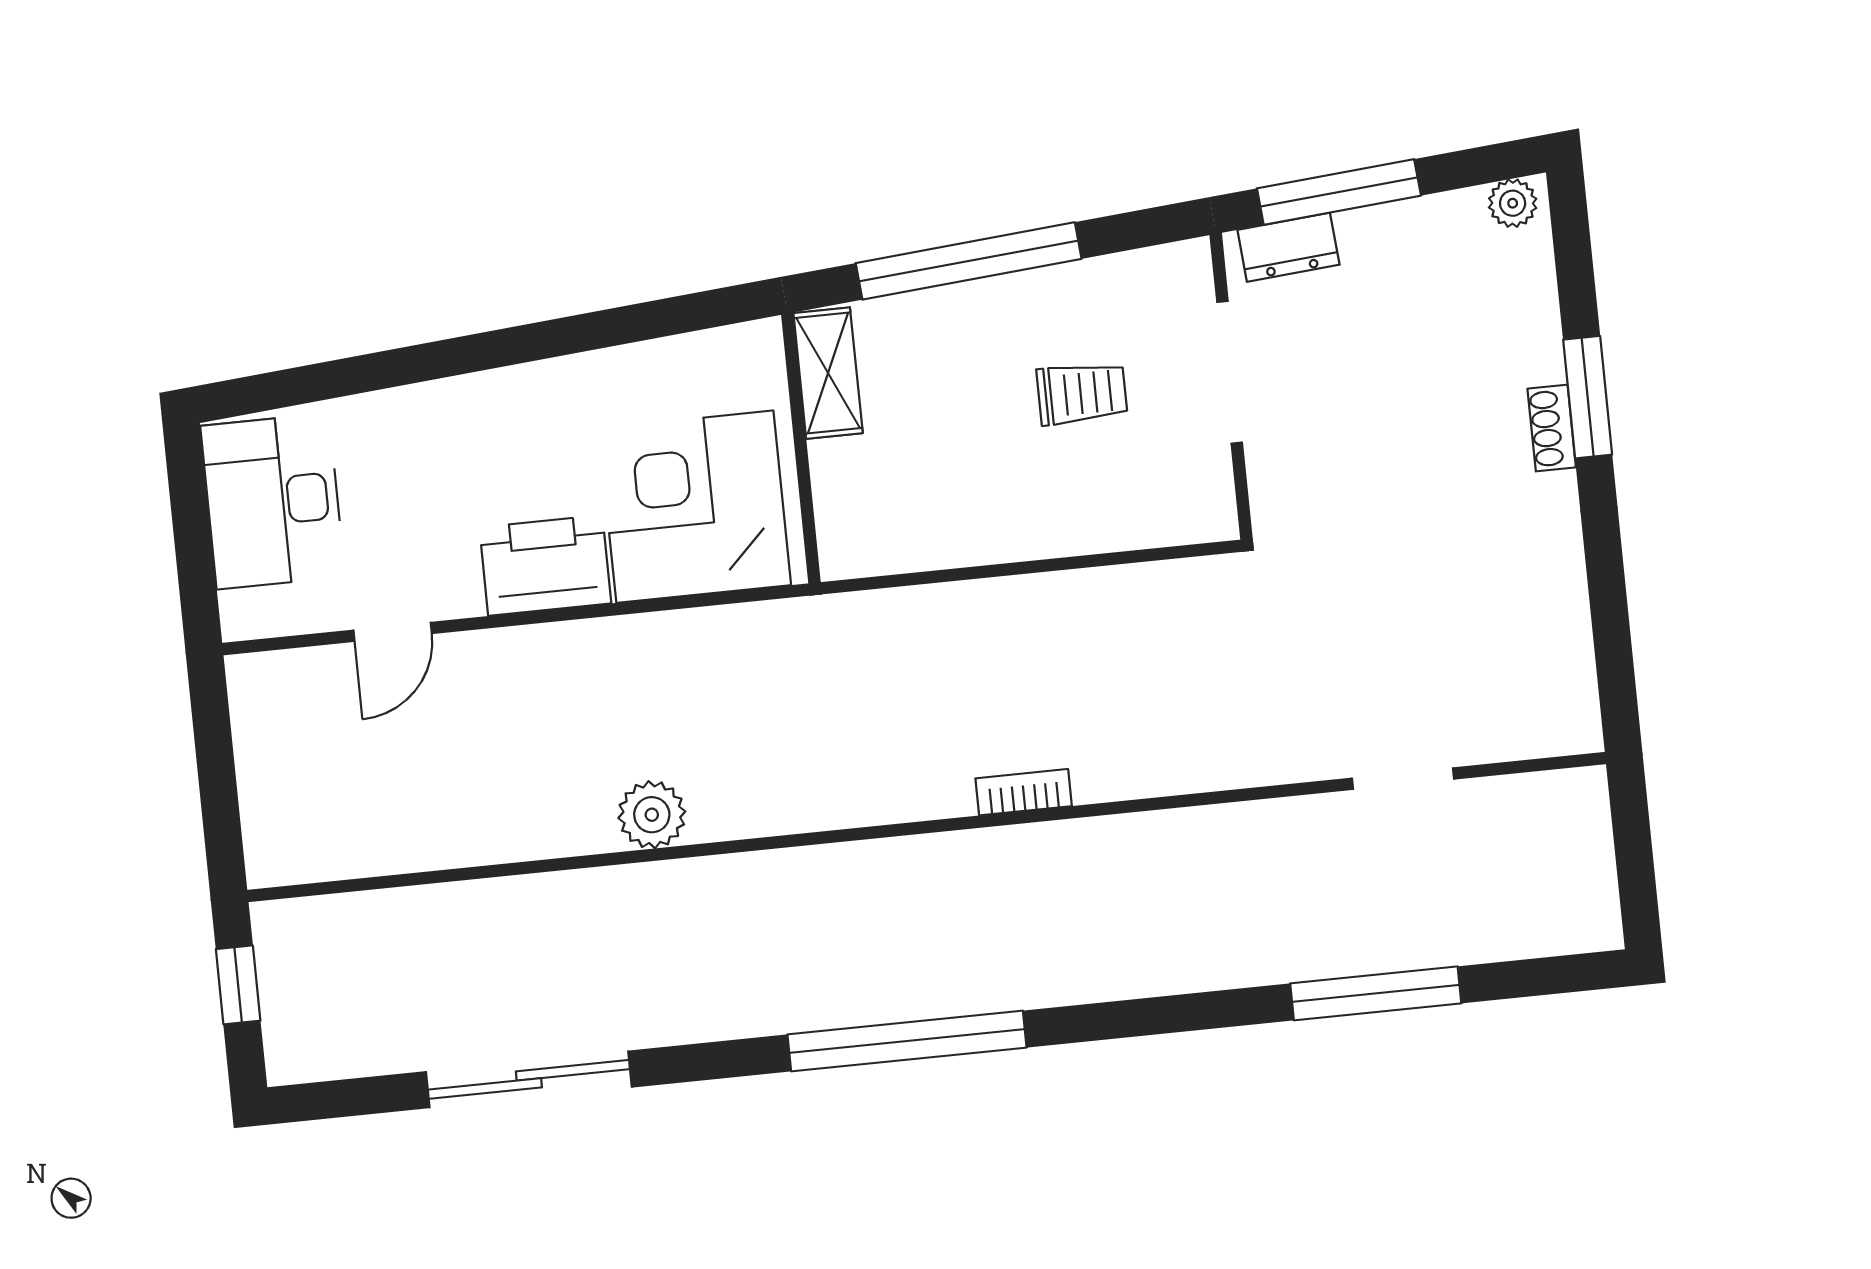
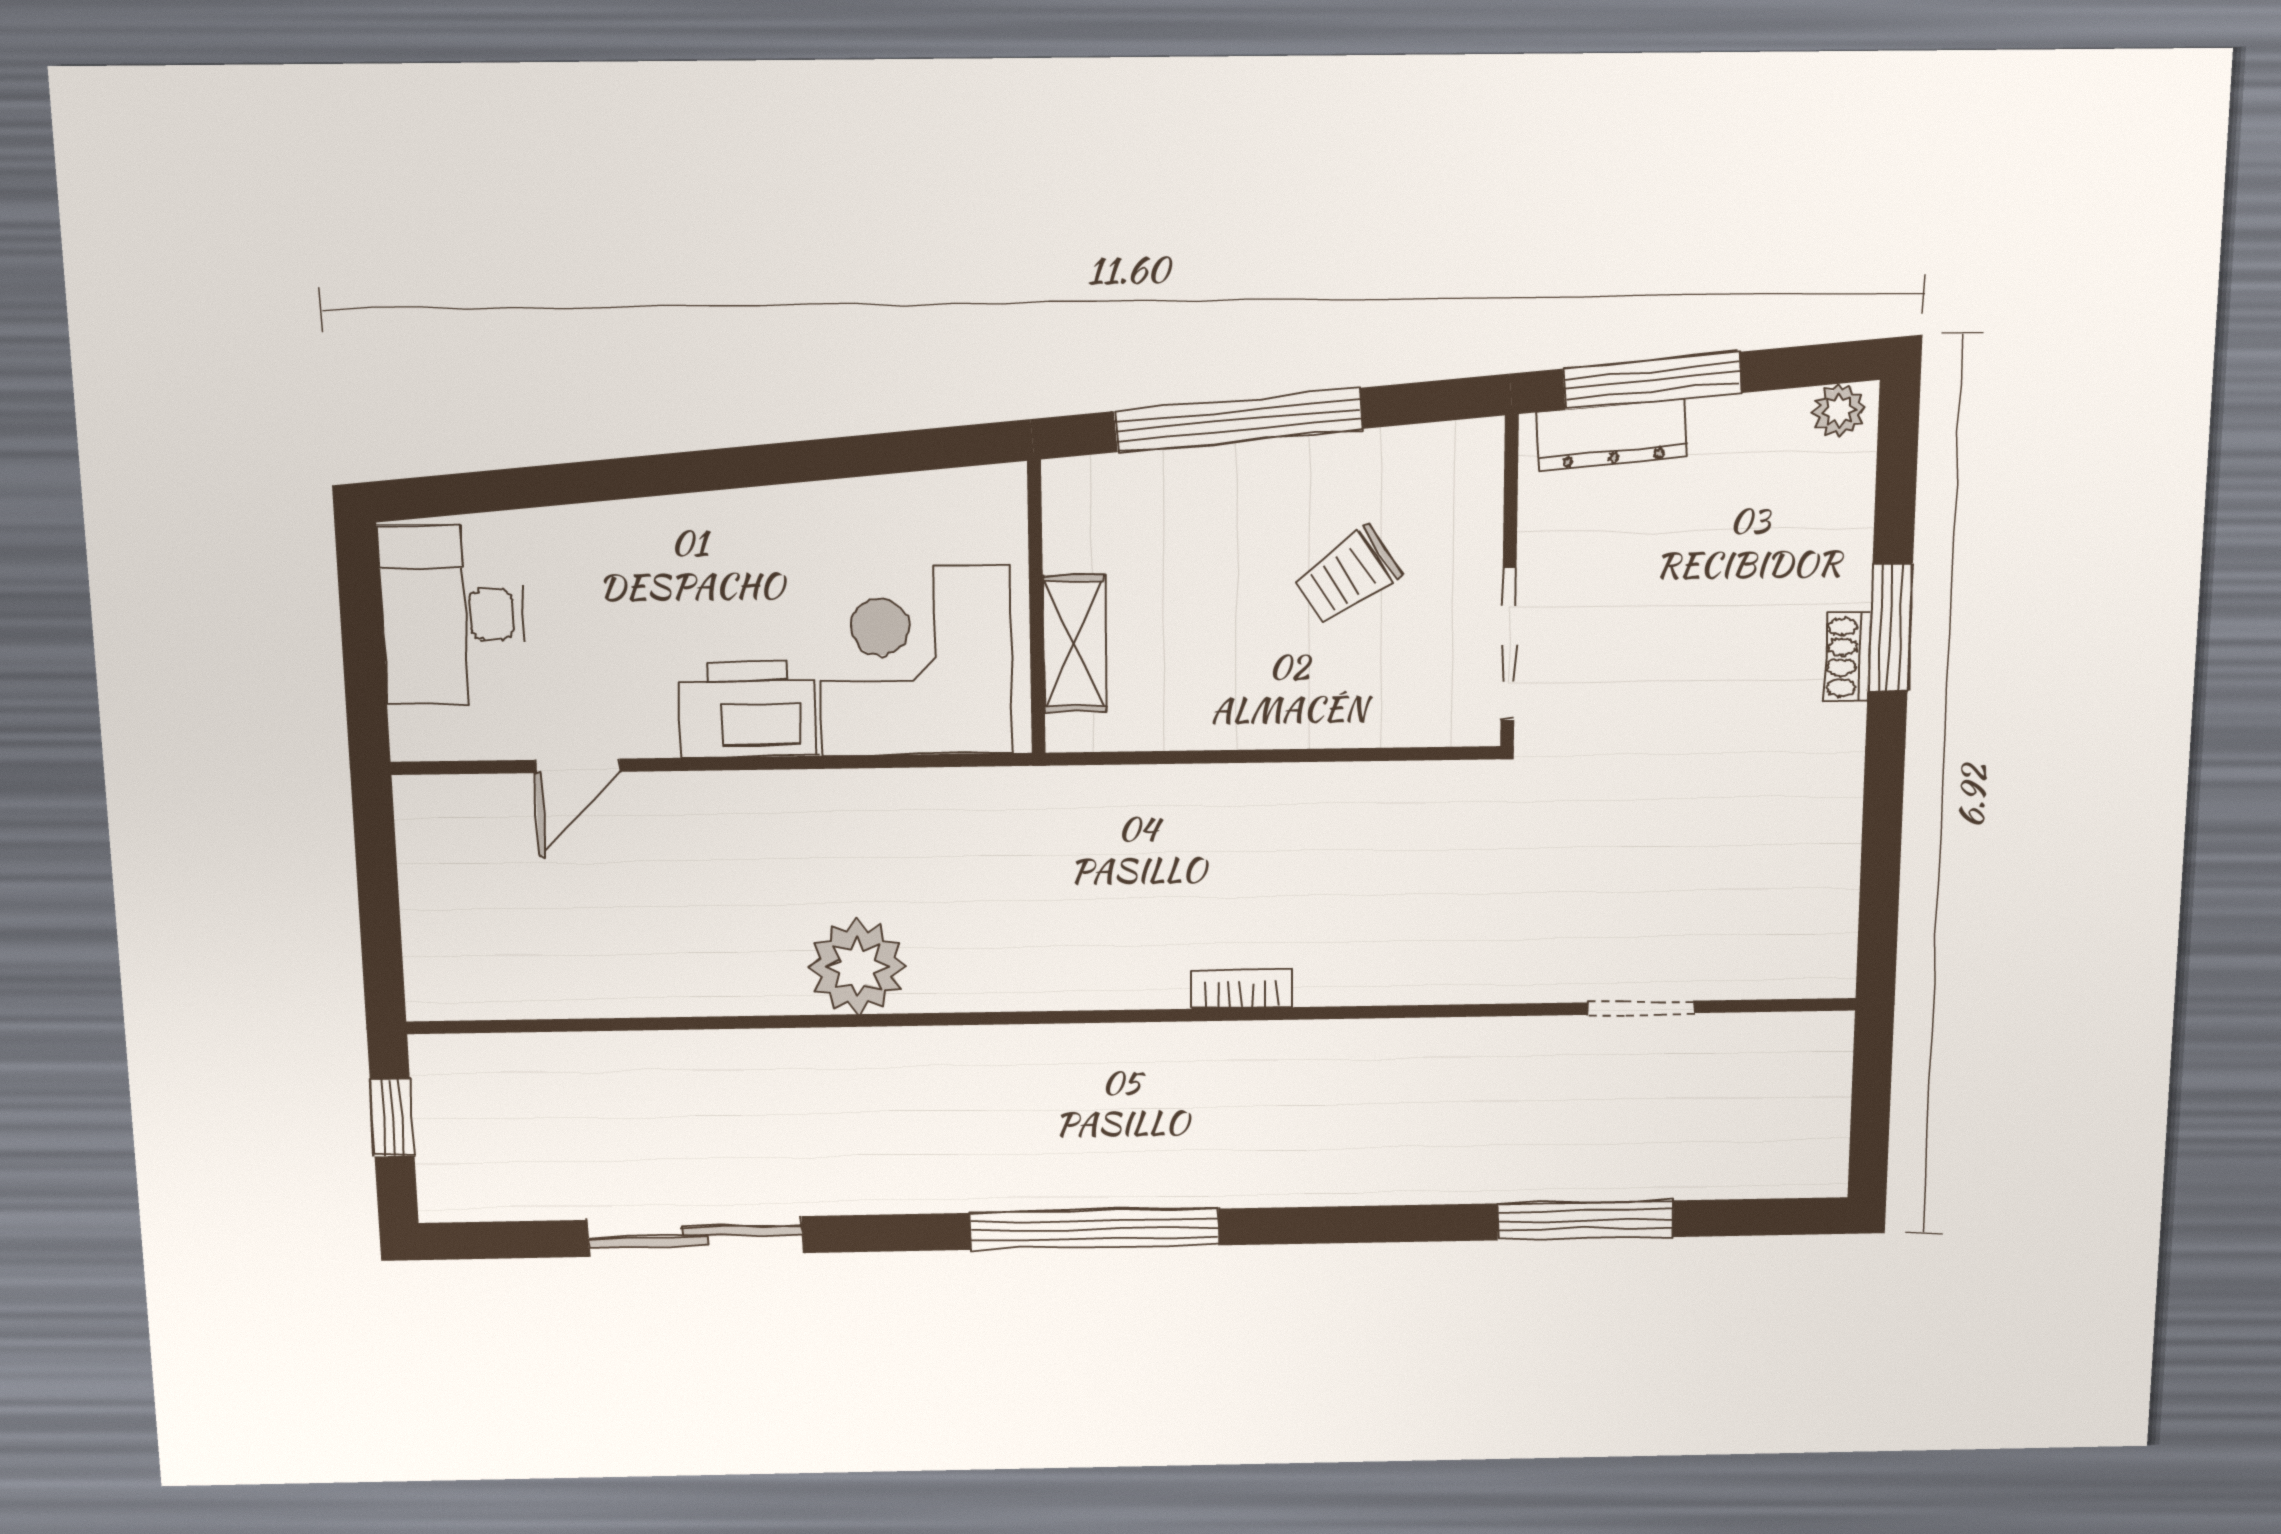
dresser: (1288, 247) -> (1612, 435), width x1.44
doorway: (1230, 372) -> (1508, 644), moved
shelving: (828, 373) -> (1075, 644), moved
trolley: (1082, 393) -> (1347, 576), turned 146
plant: (652, 815) -> (857, 967), width x1.36, depth x1.36

